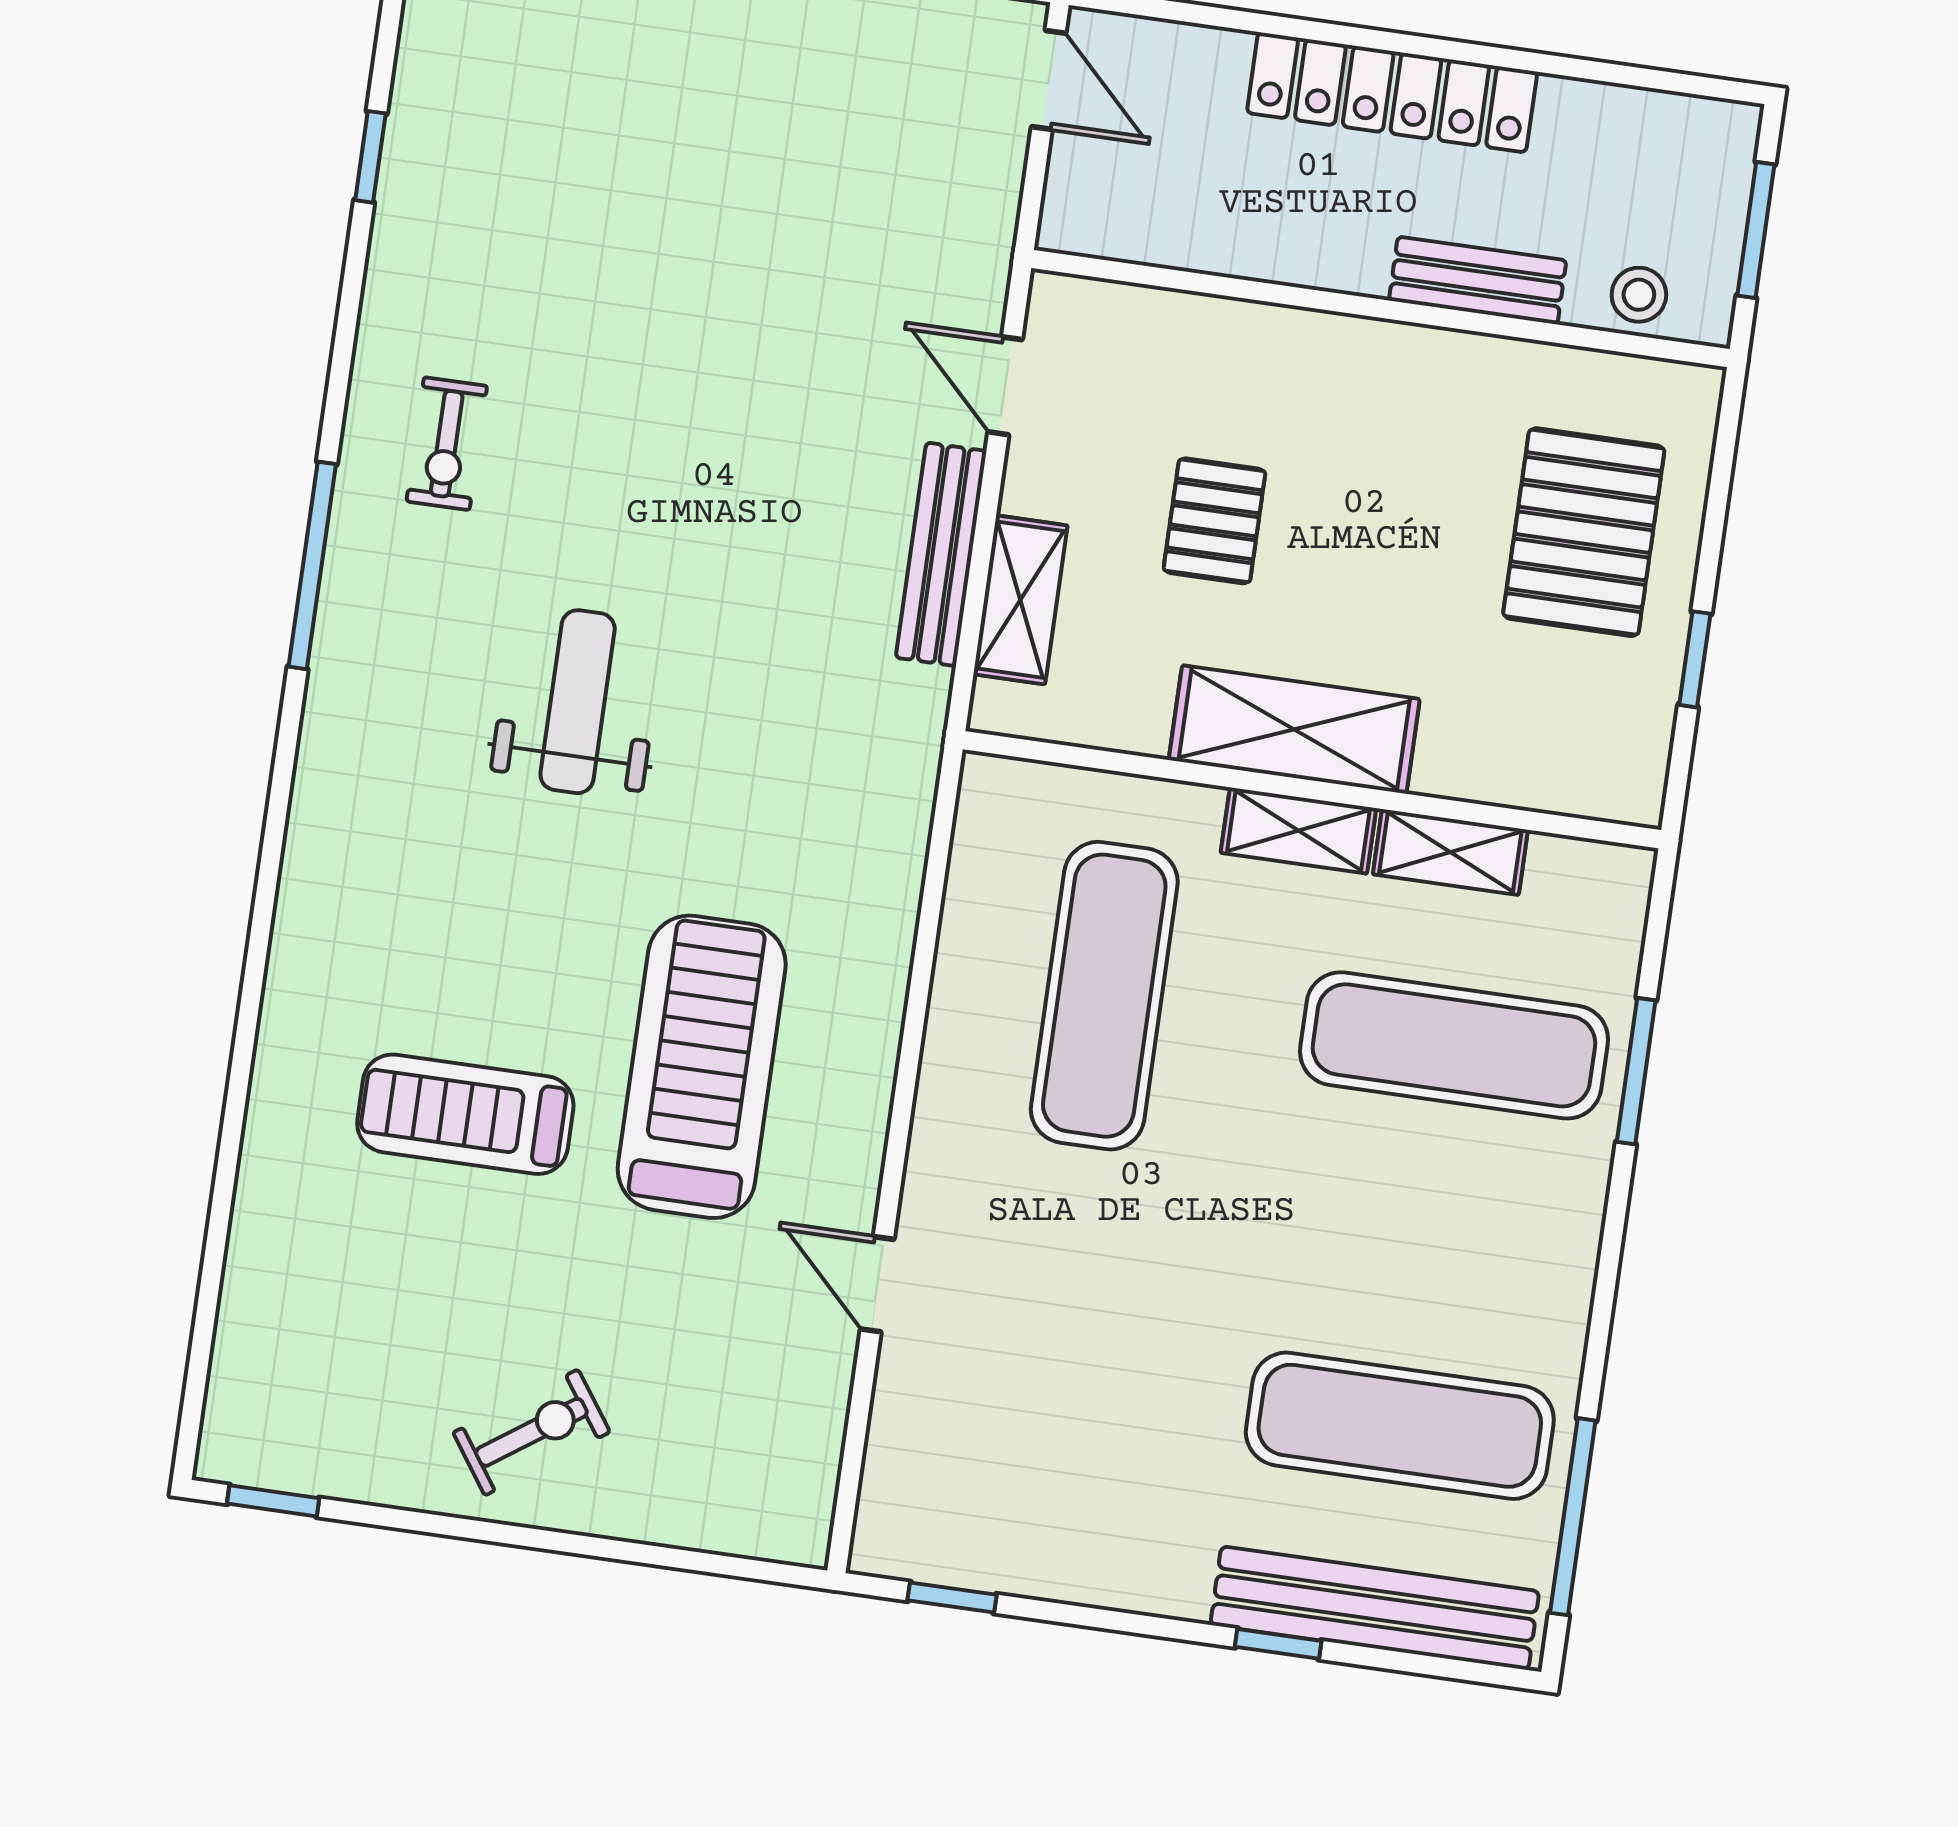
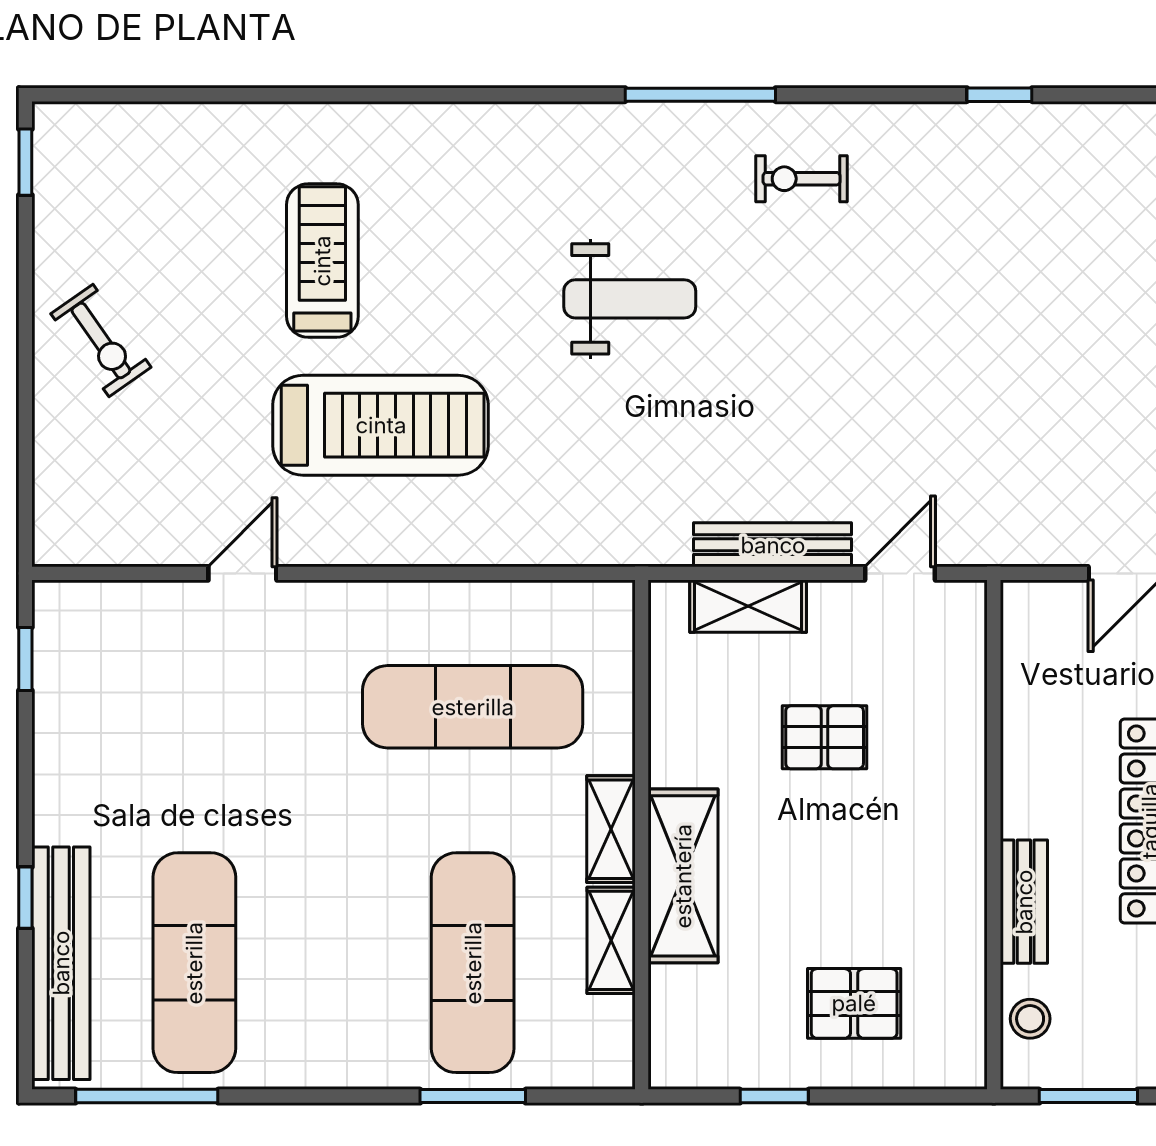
pallet: (1584, 532) -> (854, 1003), width x0.67, depth x0.71
shelving: (1294, 729) -> (683, 876), moved

